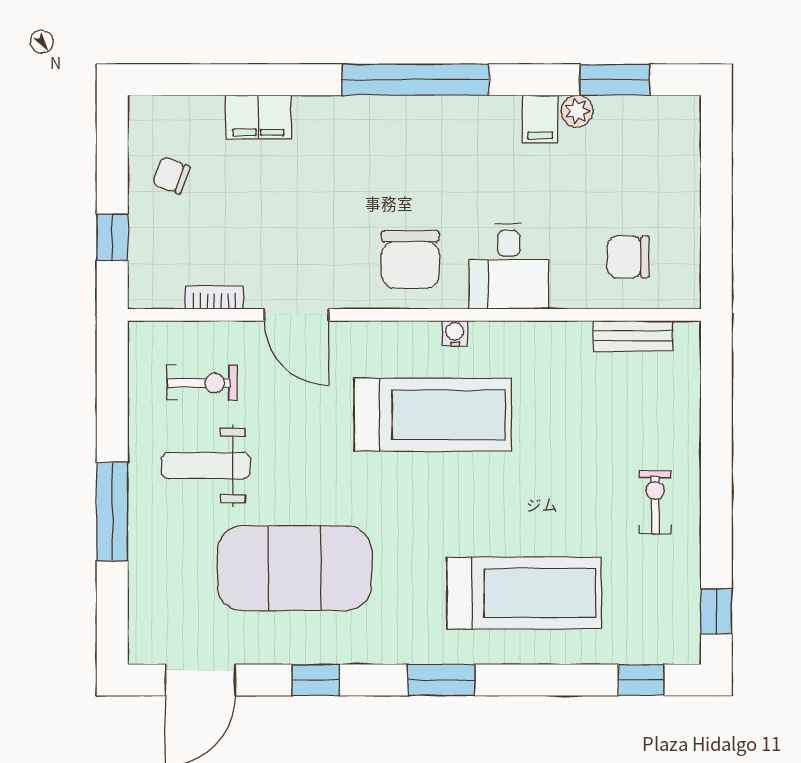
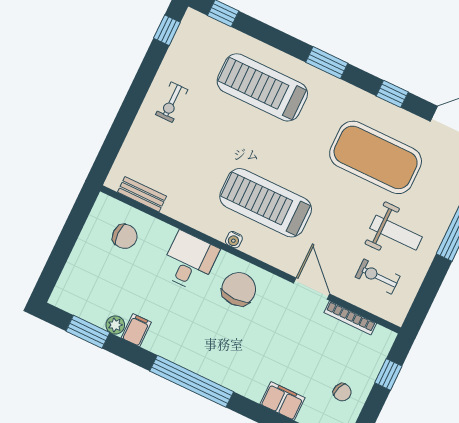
bookcase: (214, 298) -> (350, 318), width x1.56

